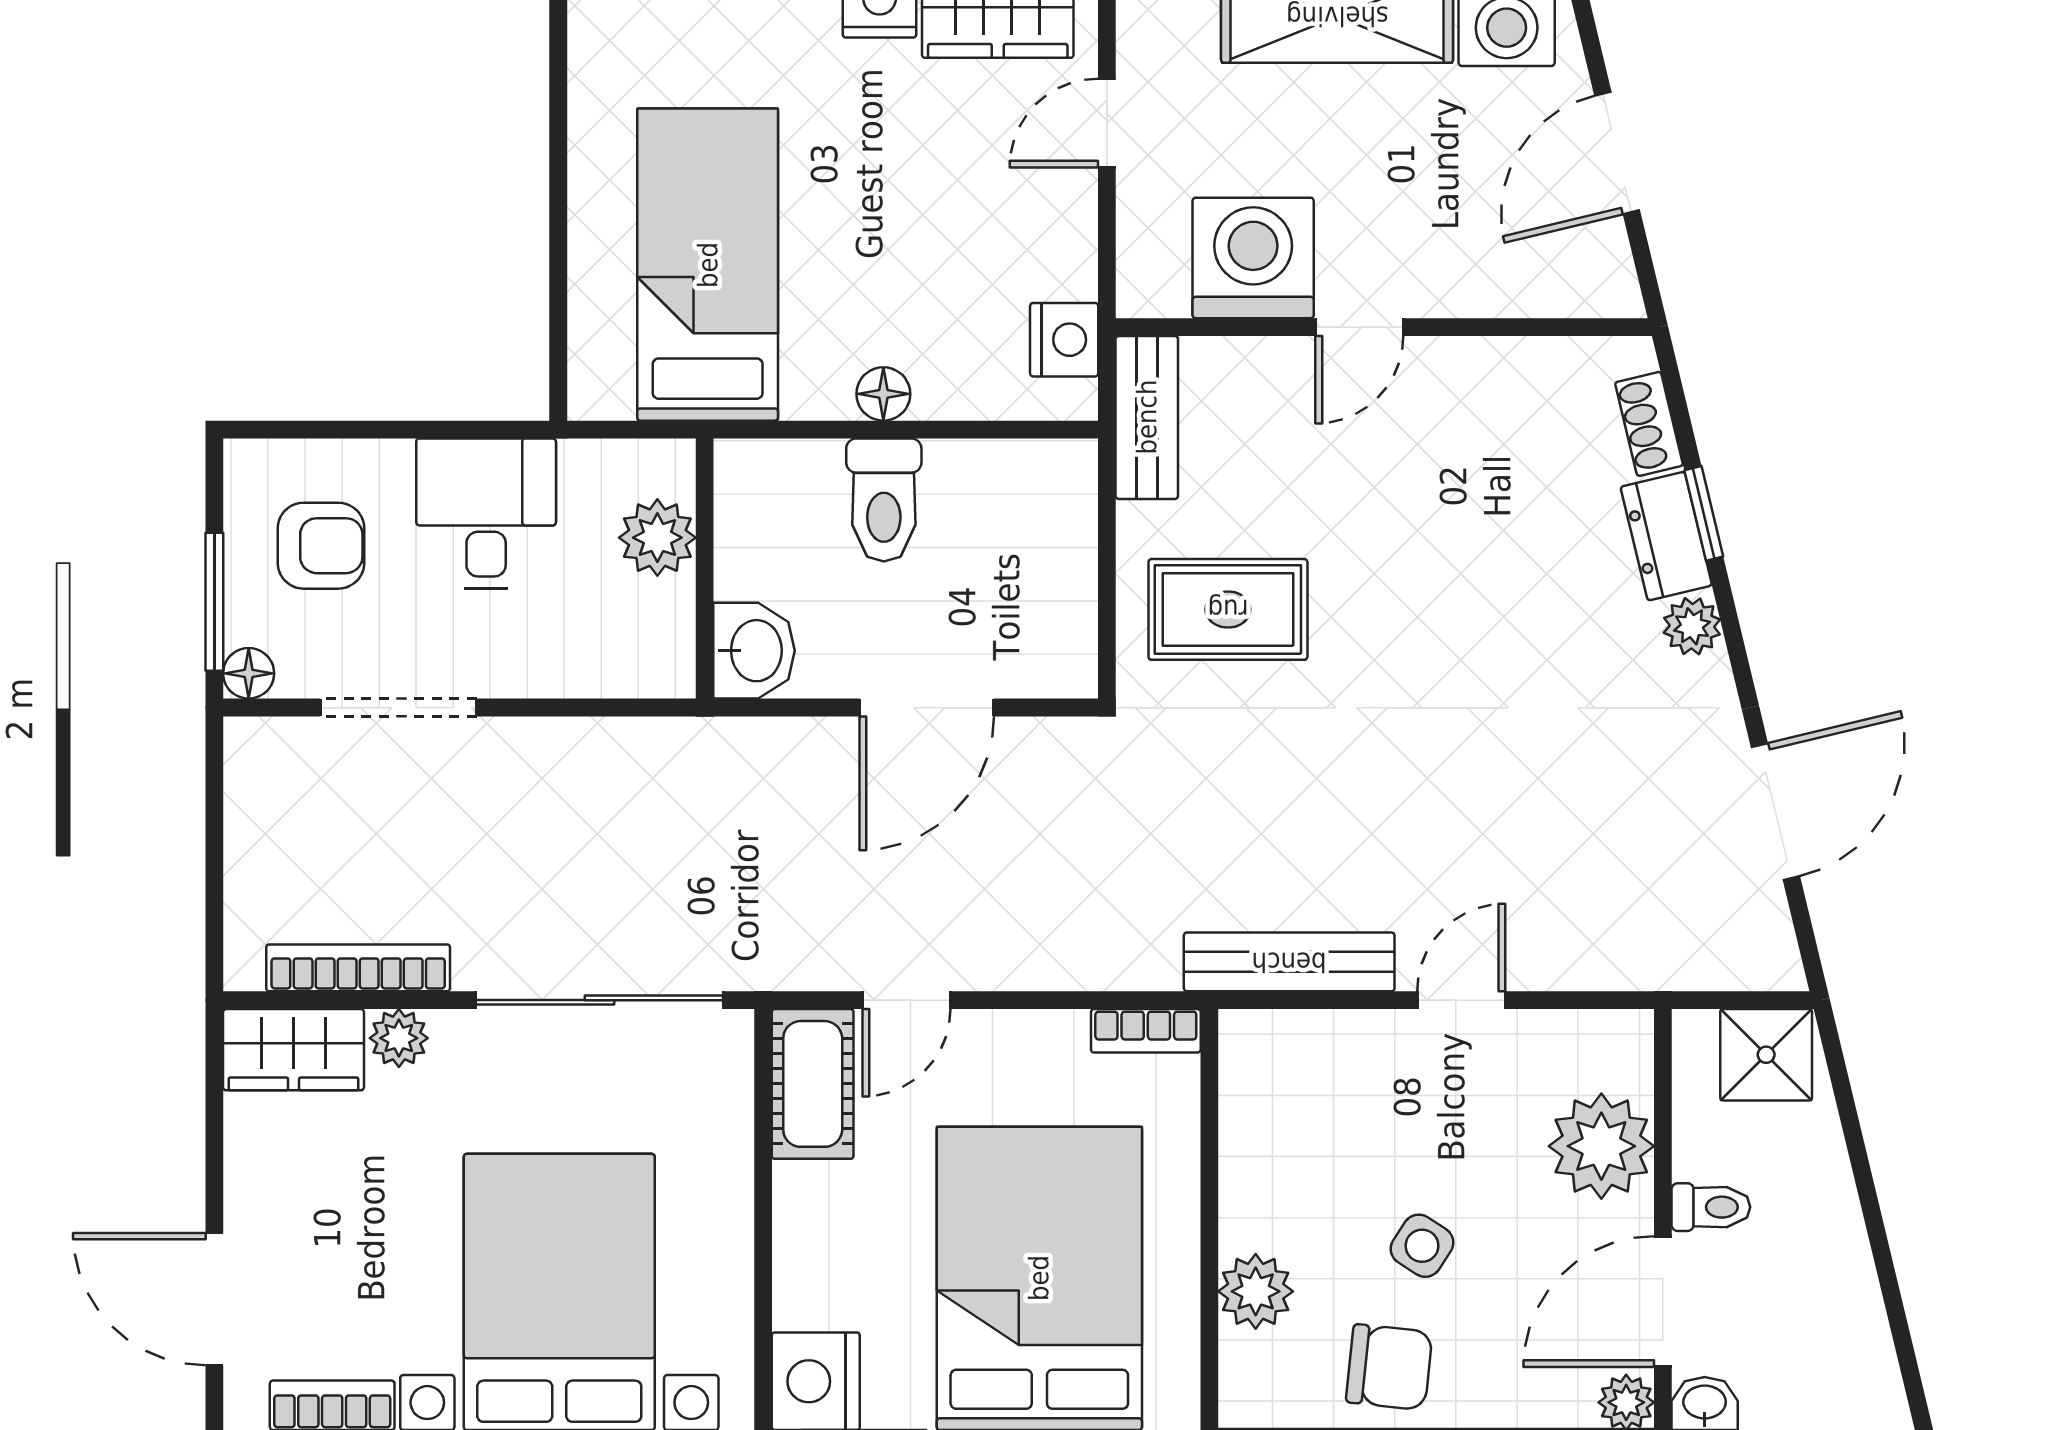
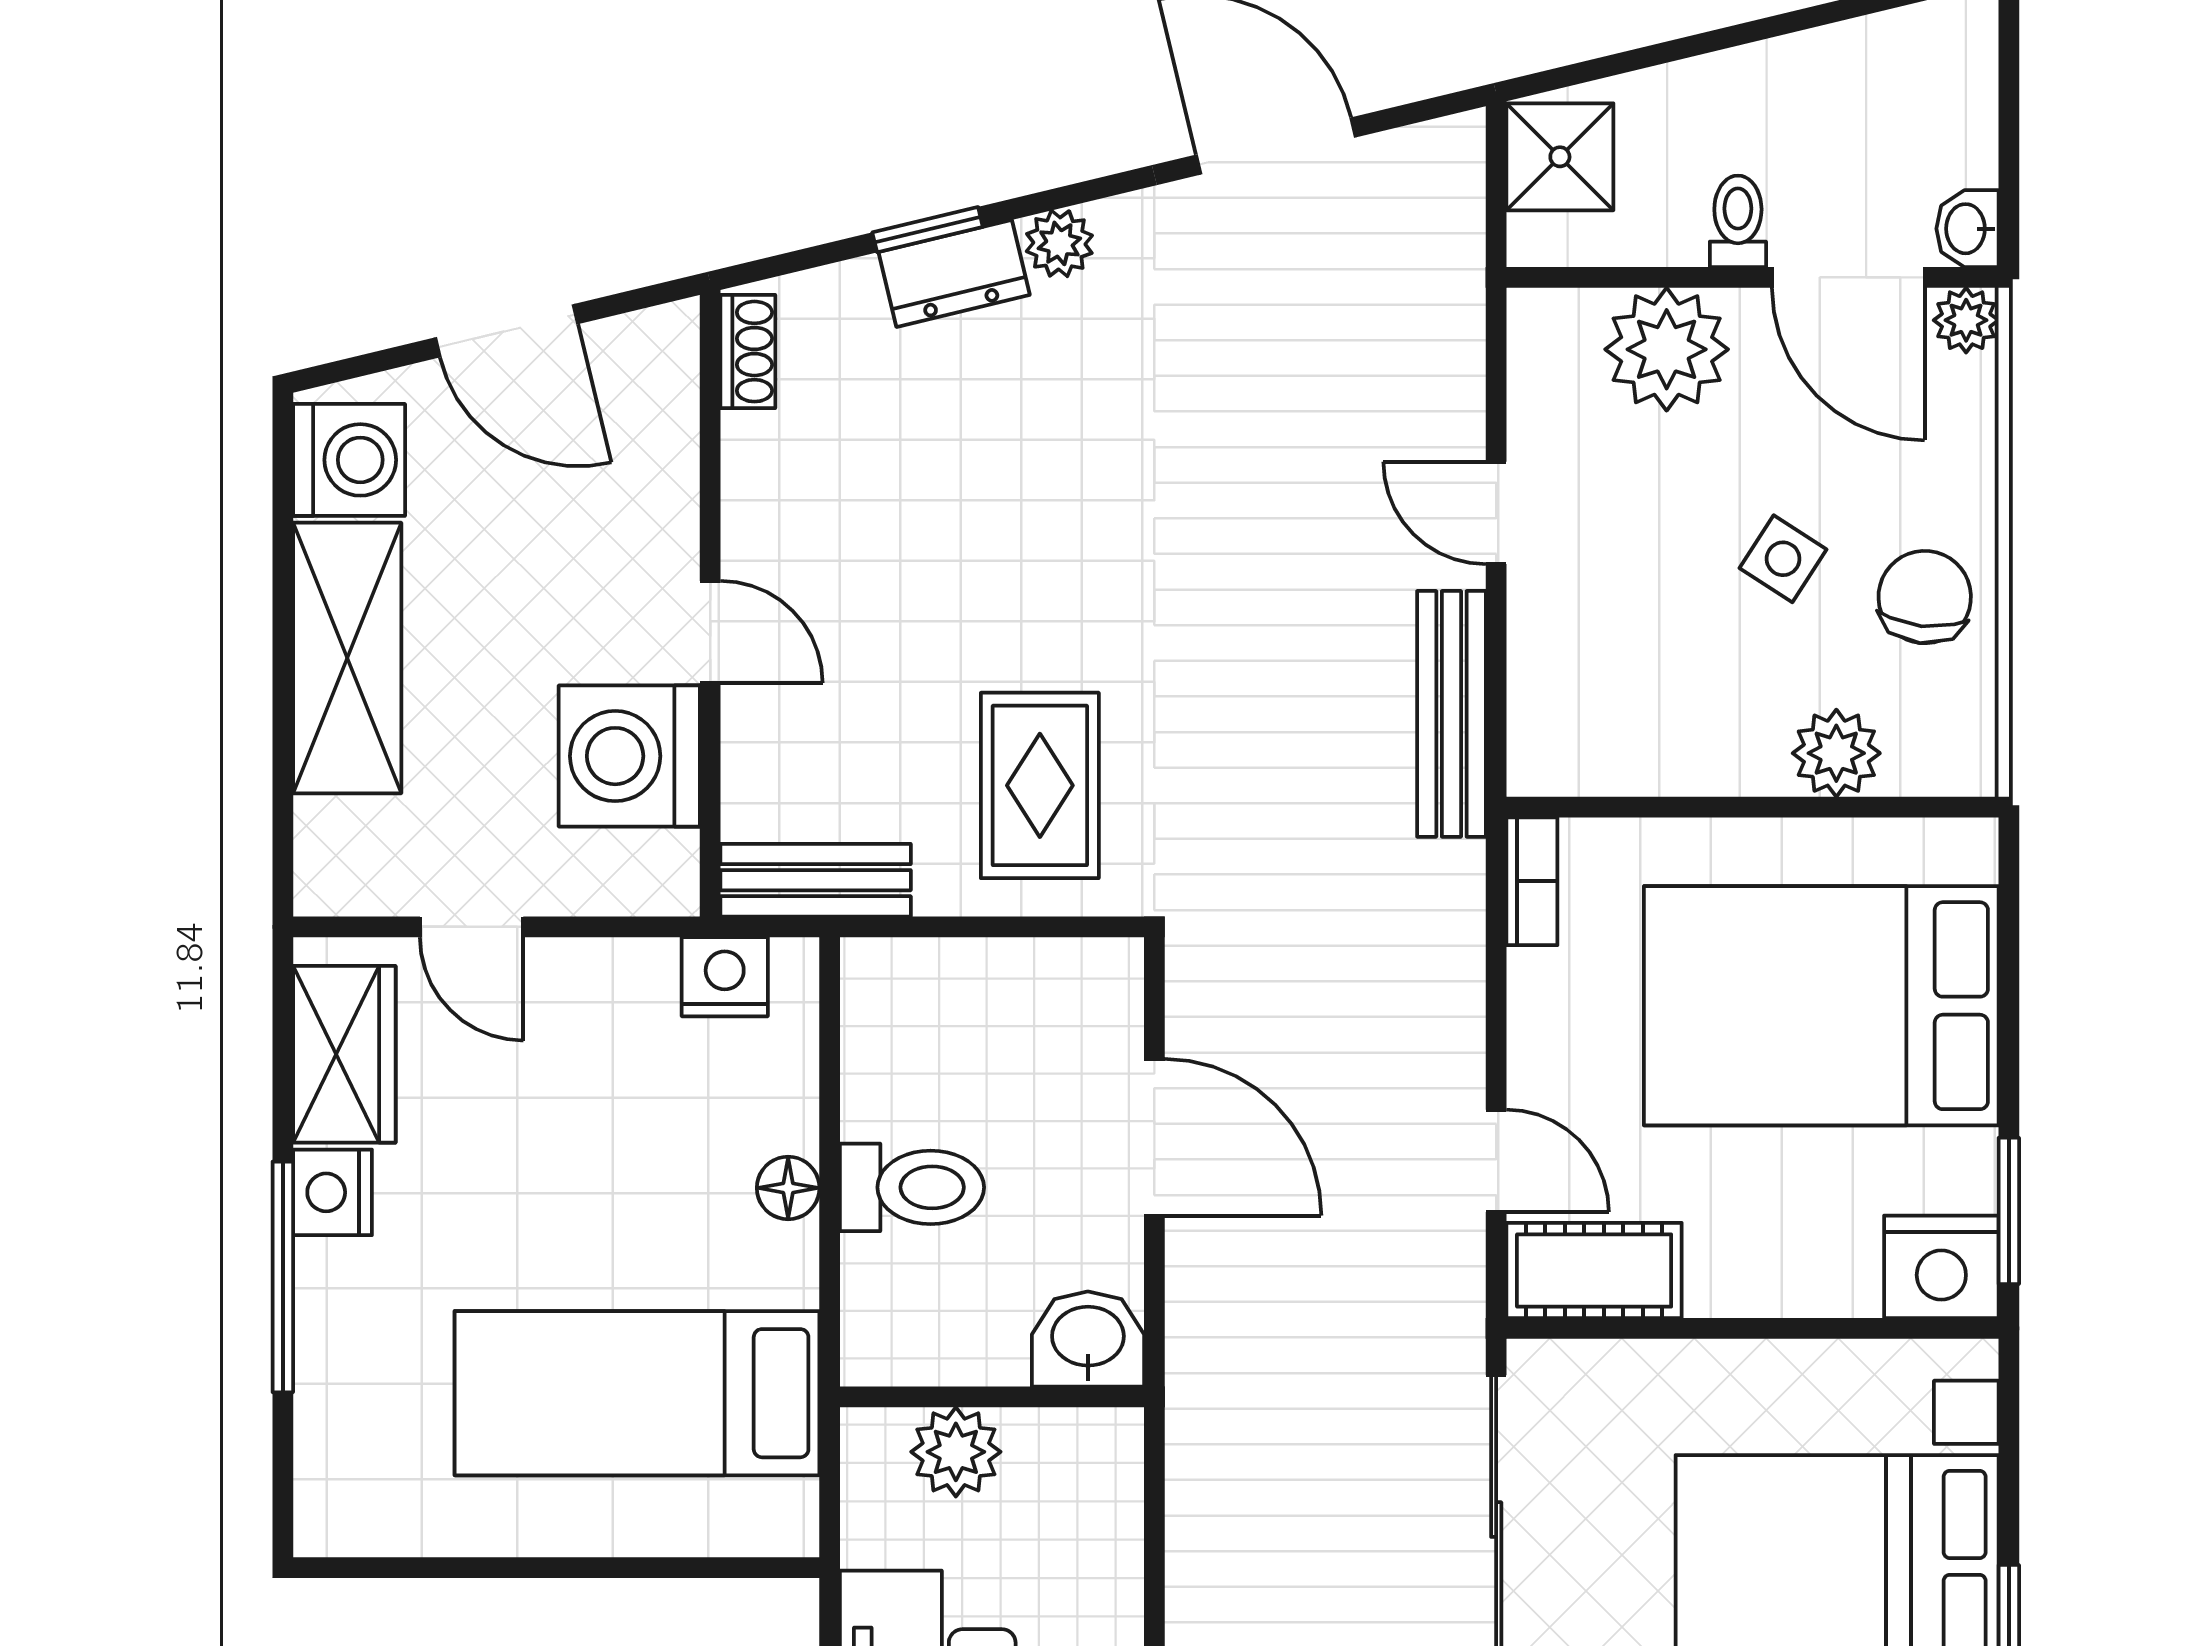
shoe rack: (1649, 424) -> (748, 352), moved, turned -76

